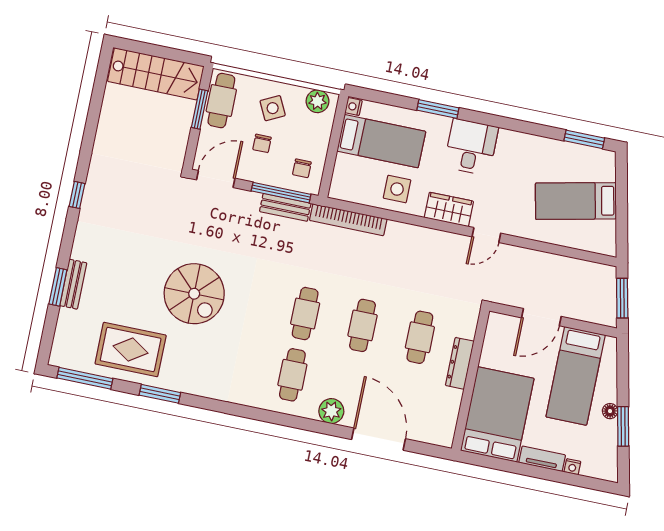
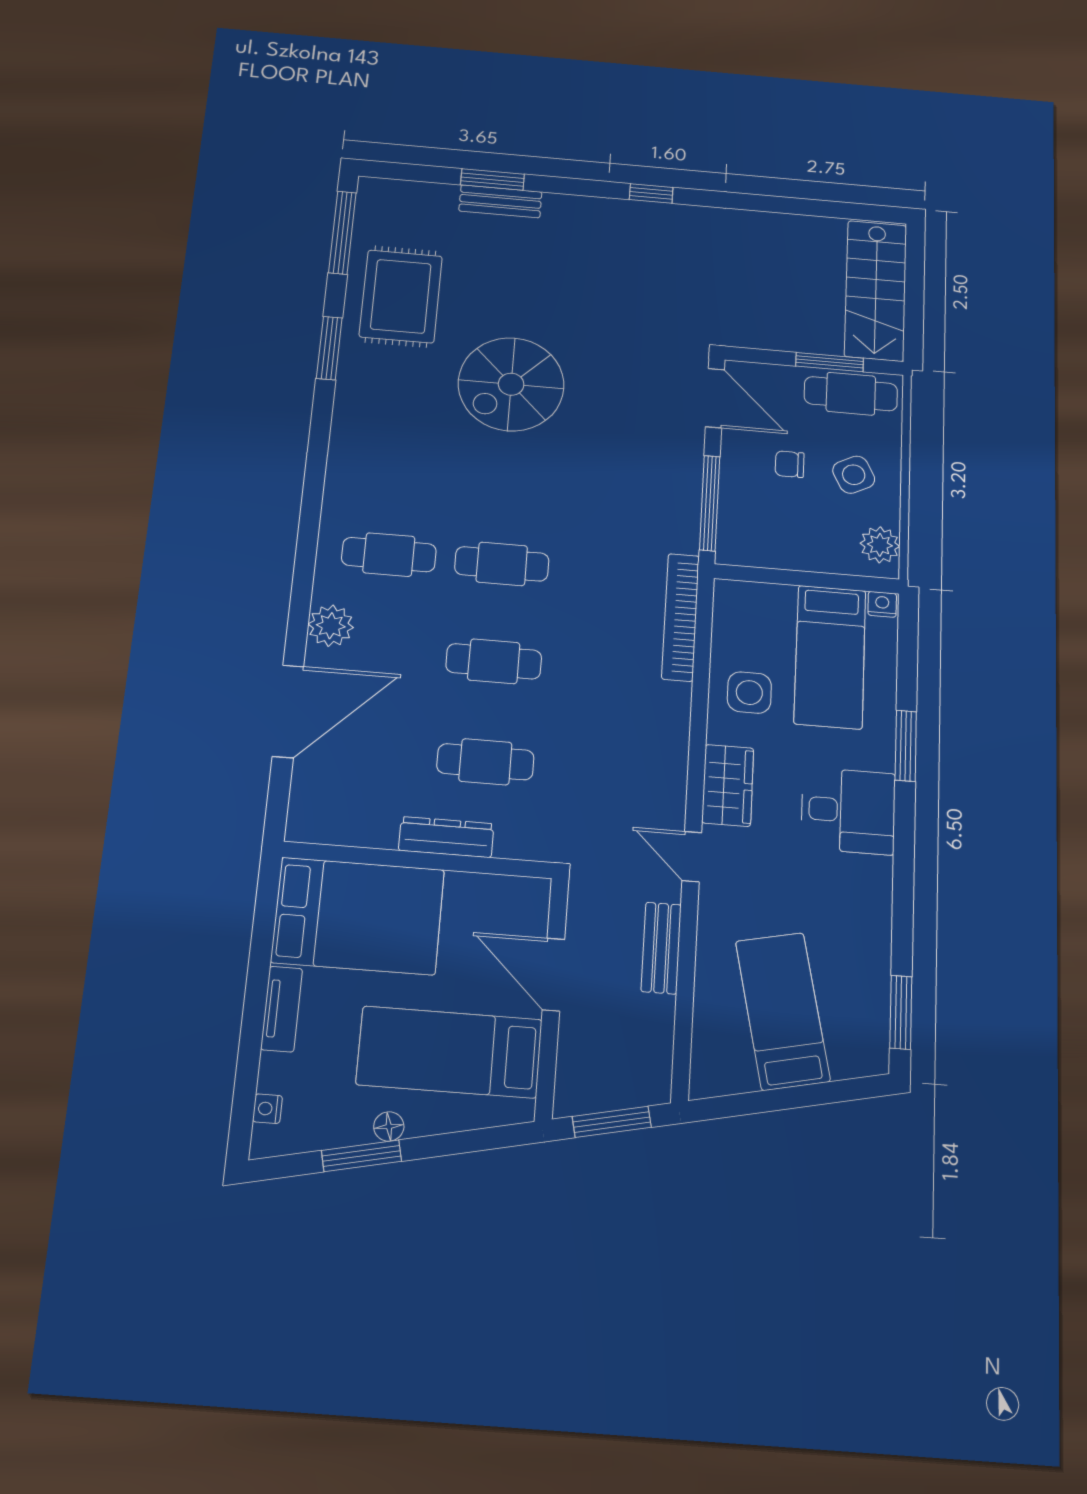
chair: (302, 168) -> (758, 532), removed
bench: (285, 207) -> (661, 948), moved
nightstand: (572, 467) -> (267, 1109), moved

